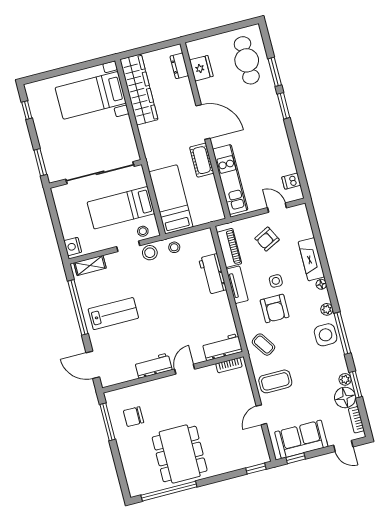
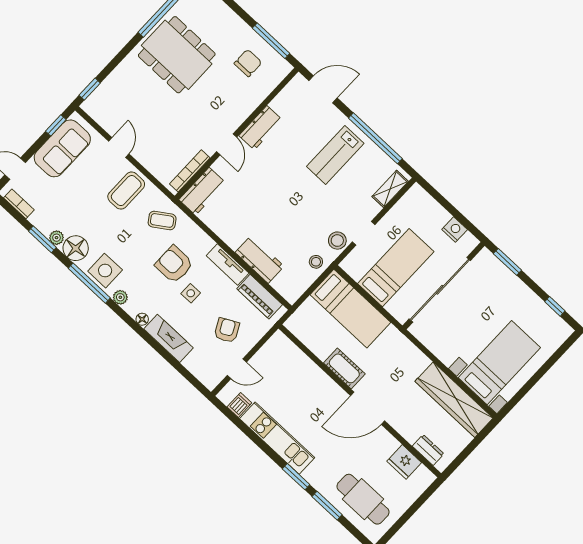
kitchen unit: (230, 180) -> (277, 438), moved, turned 180
stool: (143, 231) -> (358, 258), removed
nightstand: (73, 246) -> (455, 230), moved
bookcase: (229, 365) -> (190, 171), width x1.56
floor lamp: (345, 397) -> (76, 248), moved

